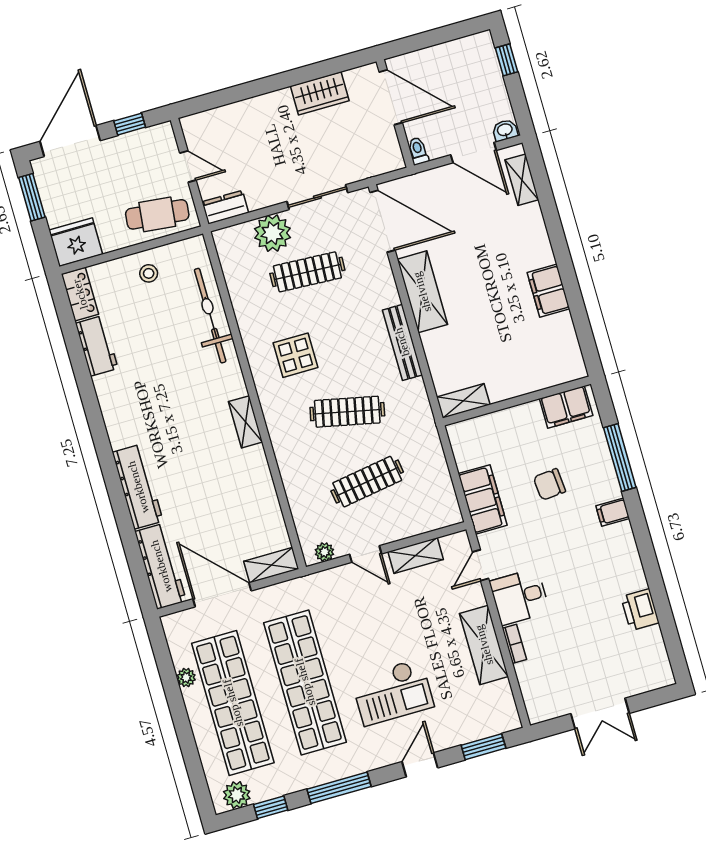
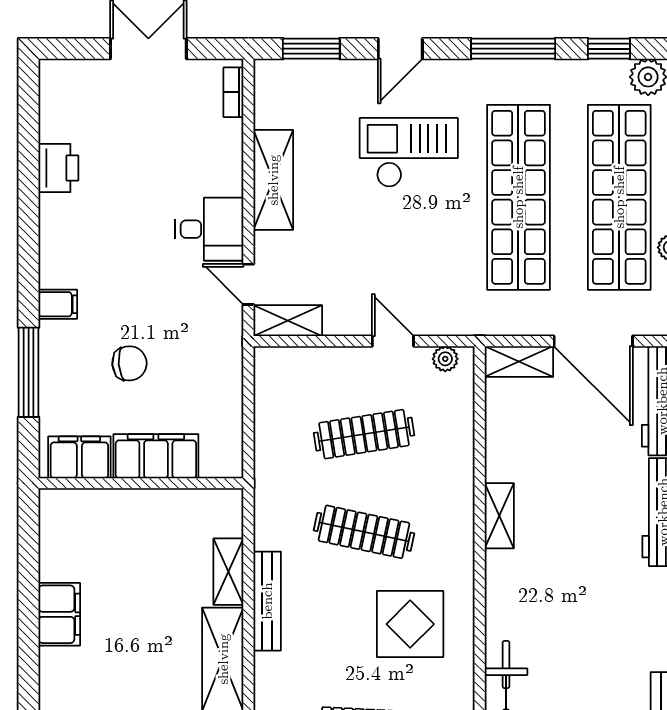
display table: (295, 355) -> (410, 624), width x1.36, depth x1.36
shelving: (463, 401) -> (228, 572), moved, turned 90
shelving: (246, 422) -> (499, 516), moved
filing cabinet: (483, 499) -> (156, 456), moved, turned 90
shelving: (416, 556) -> (288, 321), moved
door: (480, 565) -> (248, 284), swing flipped
bookcase: (514, 644) -> (233, 92), moved

